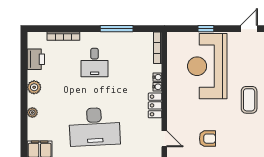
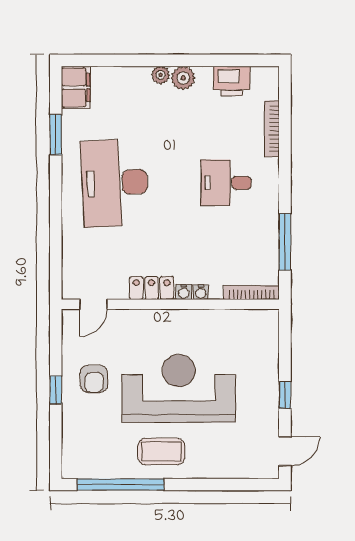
window: (117, 29) -> (285, 242), moved
window: (206, 29) -> (285, 395), moved
door: (249, 29) -> (285, 451), hinge flipped
reception desk: (207, 66) -> (179, 388), moved
plant: (32, 113) -> (161, 75), moved

